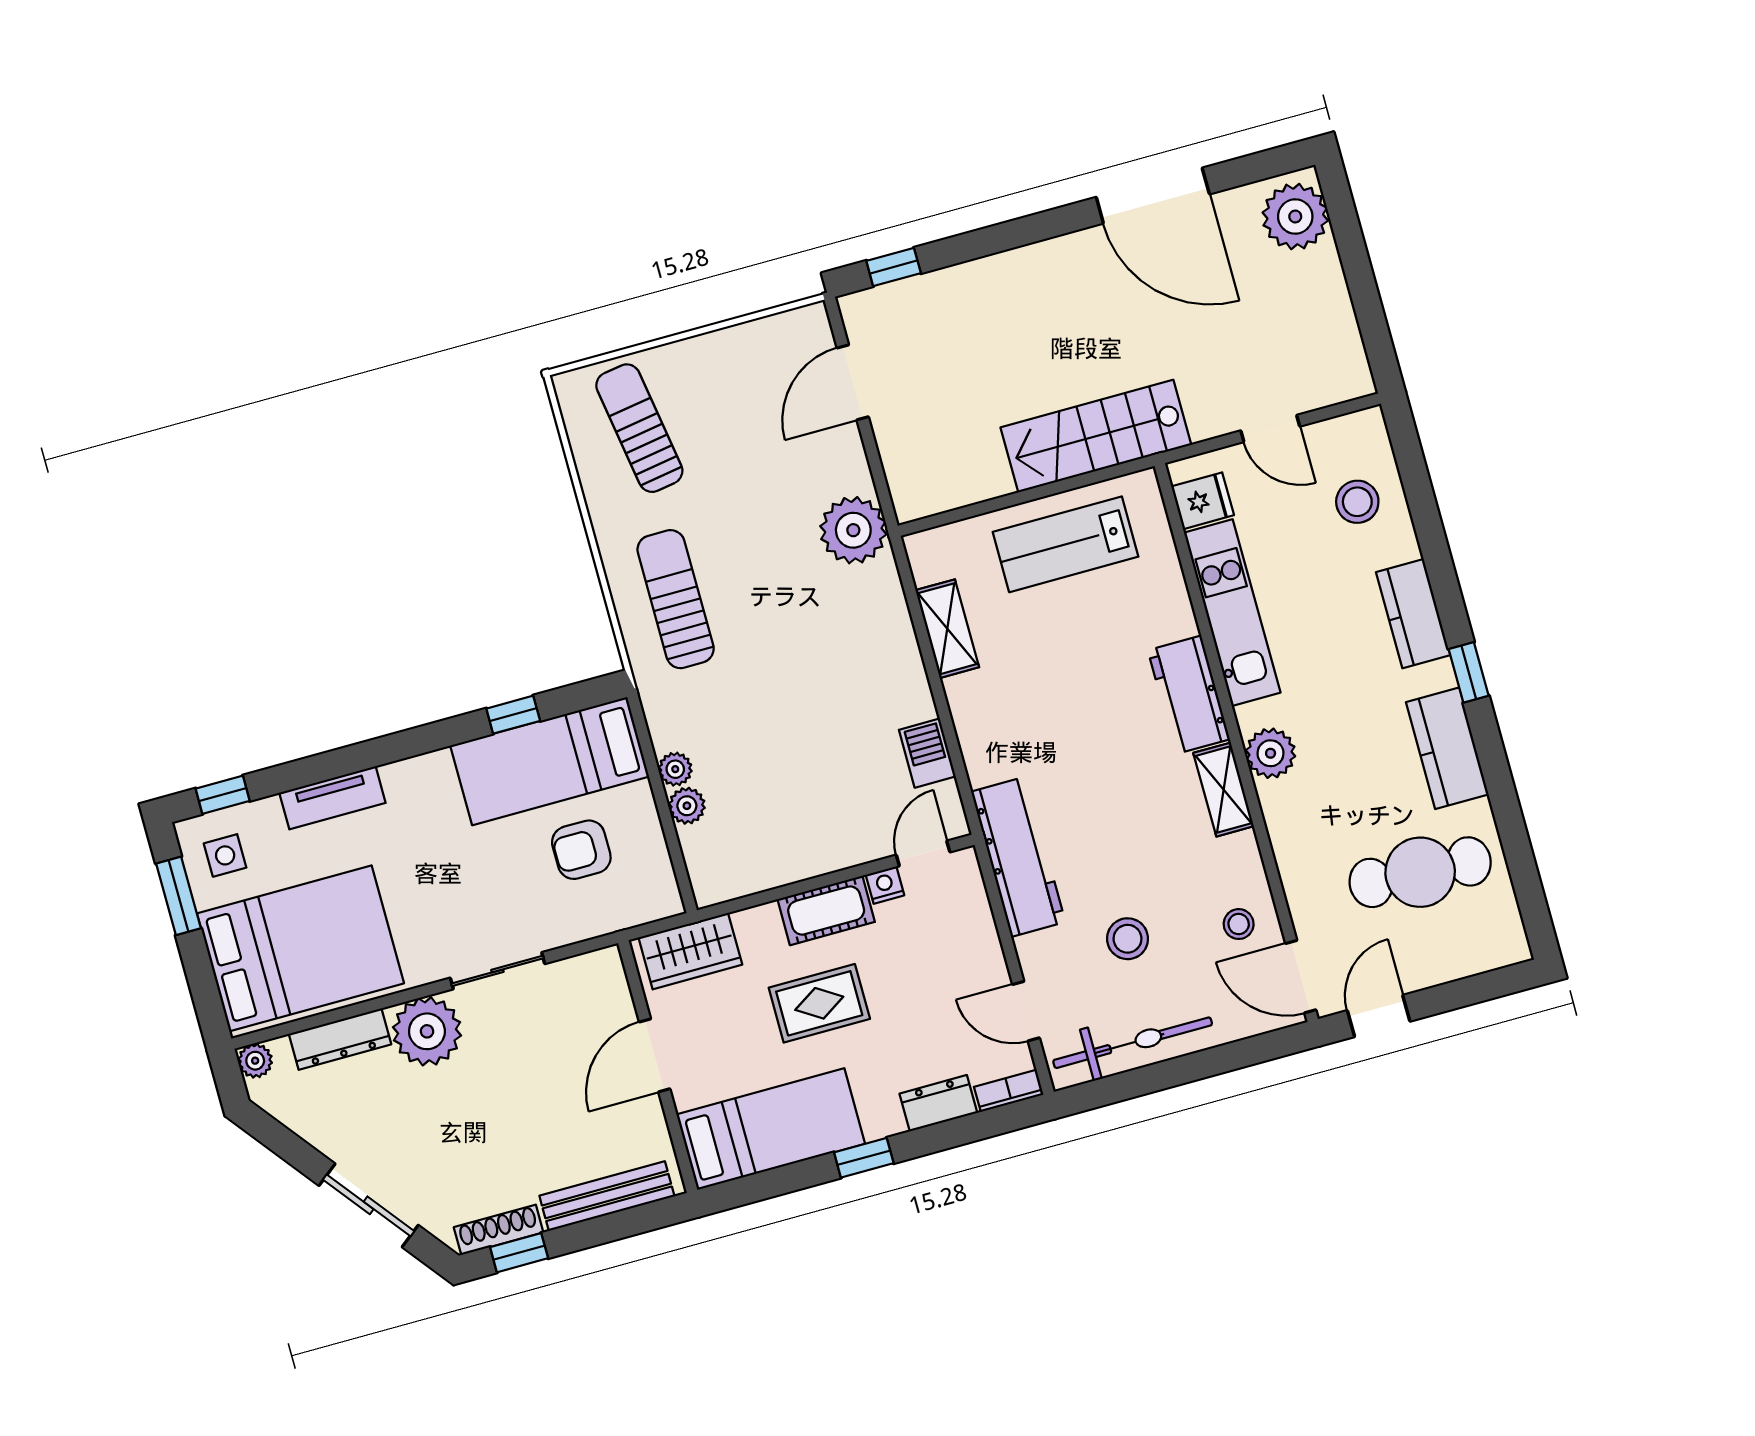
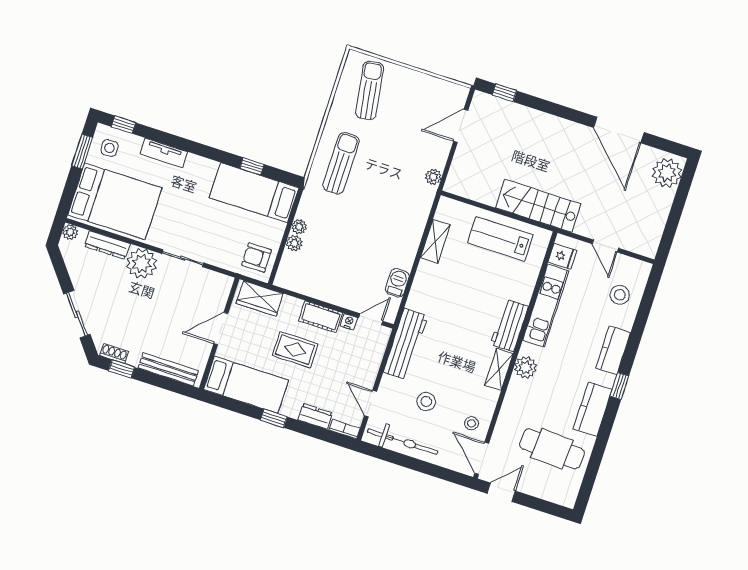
plant: (853, 530) -> (433, 177), width x0.53, depth x0.53
armchair: (581, 850) -> (257, 257), moved
shoe rack: (499, 1230) -> (114, 354), width x0.70

